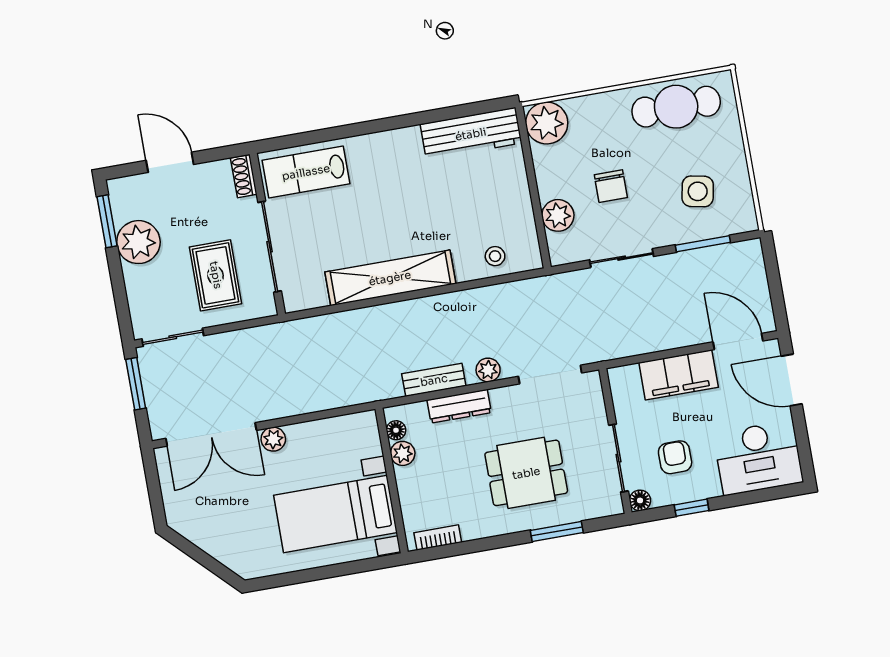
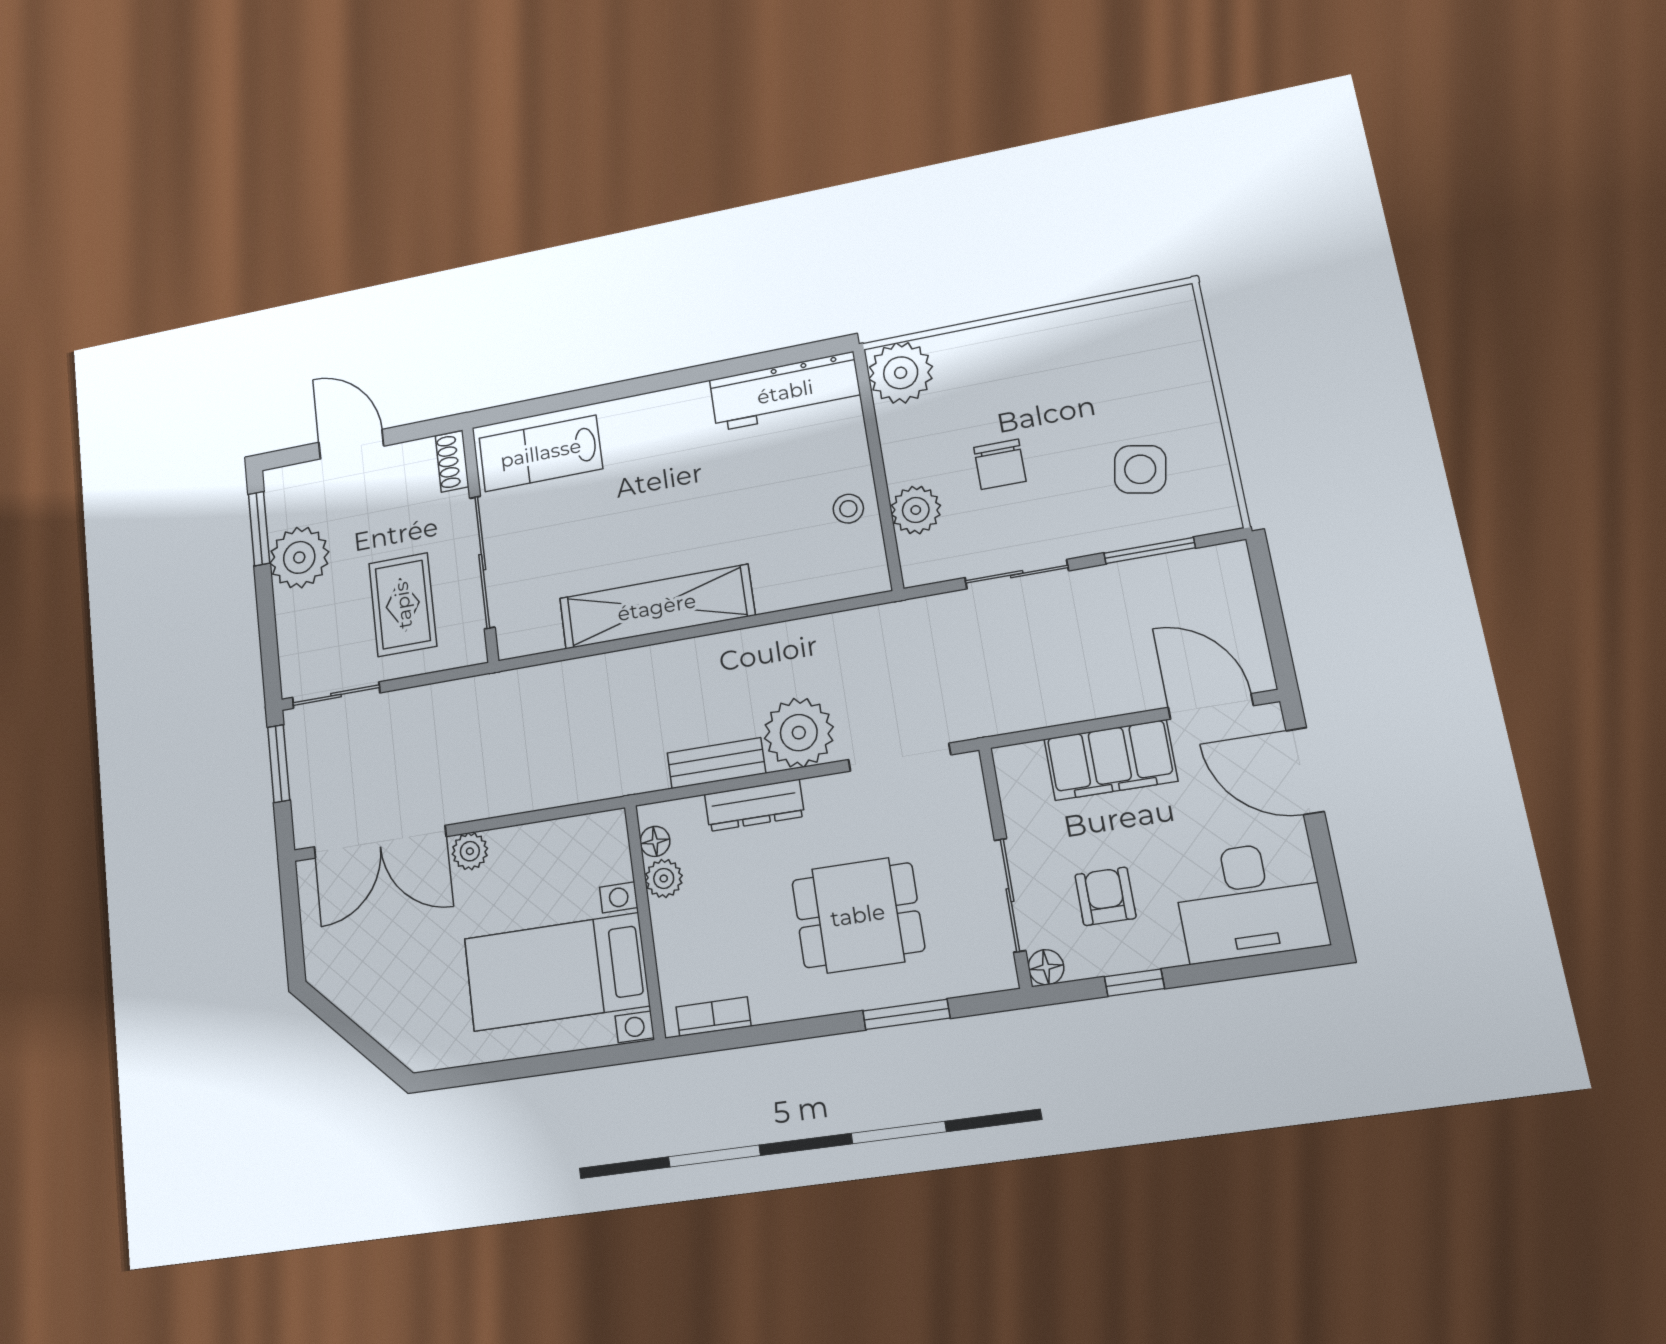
cafe table: (676, 107) -> (1104, 342), removed
stool: (495, 256) -> (848, 509), moved
plant: (488, 370) -> (799, 733), width x1.88, depth x1.88

